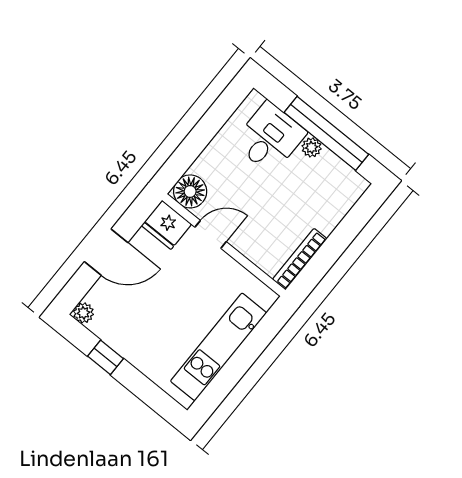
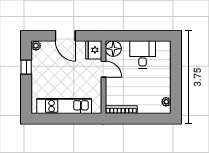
window: (326, 133) -> (176, 82), removed
desk: (270, 138) -> (143, 54), moved, turned -90
plant: (312, 147) -> (166, 102), moved

